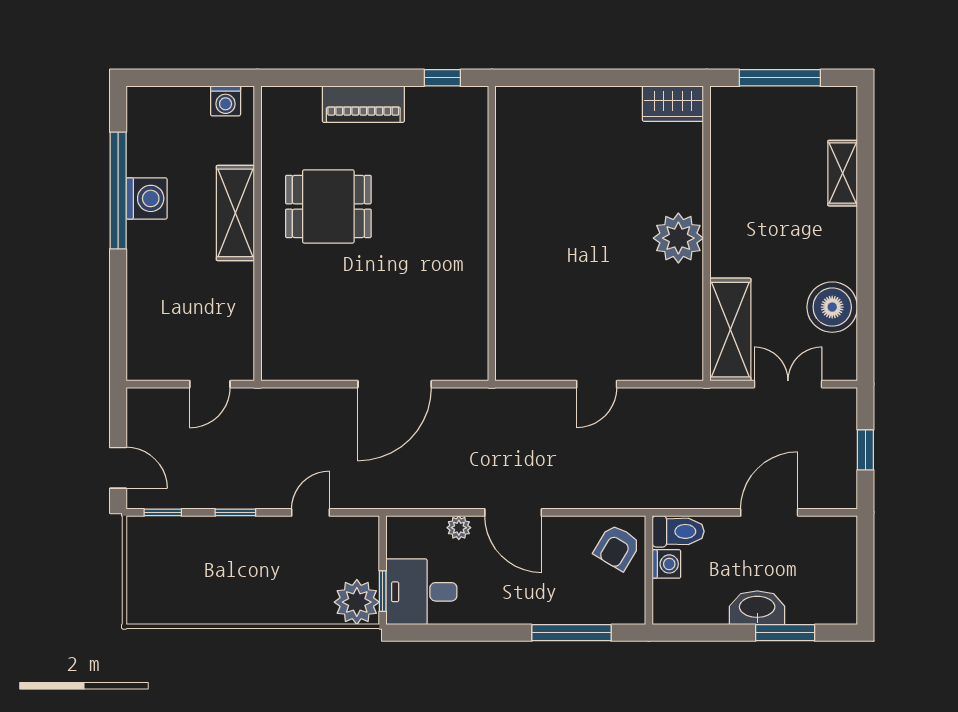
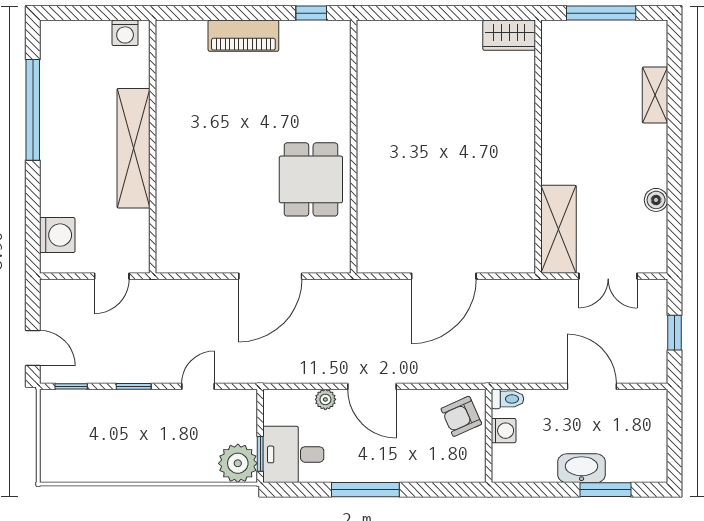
washing machine: (147, 198) -> (57, 235), moved
dining table: (328, 206) -> (311, 179), moved, turned 90
shelving: (235, 213) -> (133, 148), width x1.47
plant: (678, 238) -> (514, 151), removed
boiler: (832, 307) -> (656, 200), width x0.54, depth x0.54
door: (597, 384) -> (444, 276), width x1.88
double door: (788, 384) -> (608, 276), swing flipped
door: (769, 512) -> (592, 386), hinge flipped
toilet: (678, 531) -> (507, 399), width x0.73, depth x0.72
armchair: (617, 547) -> (461, 416), turned 35
window: (571, 633) -> (365, 490), moved

